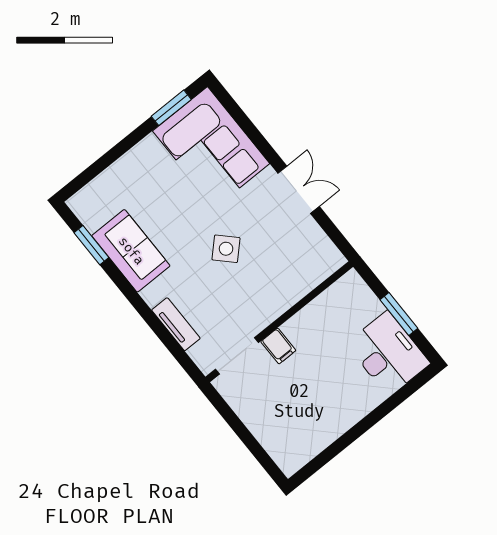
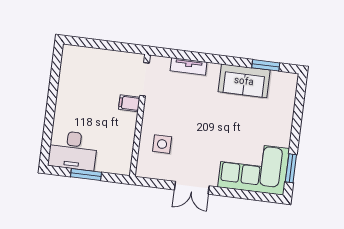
side table: (226, 249) -> (162, 144), moved, turned 45

